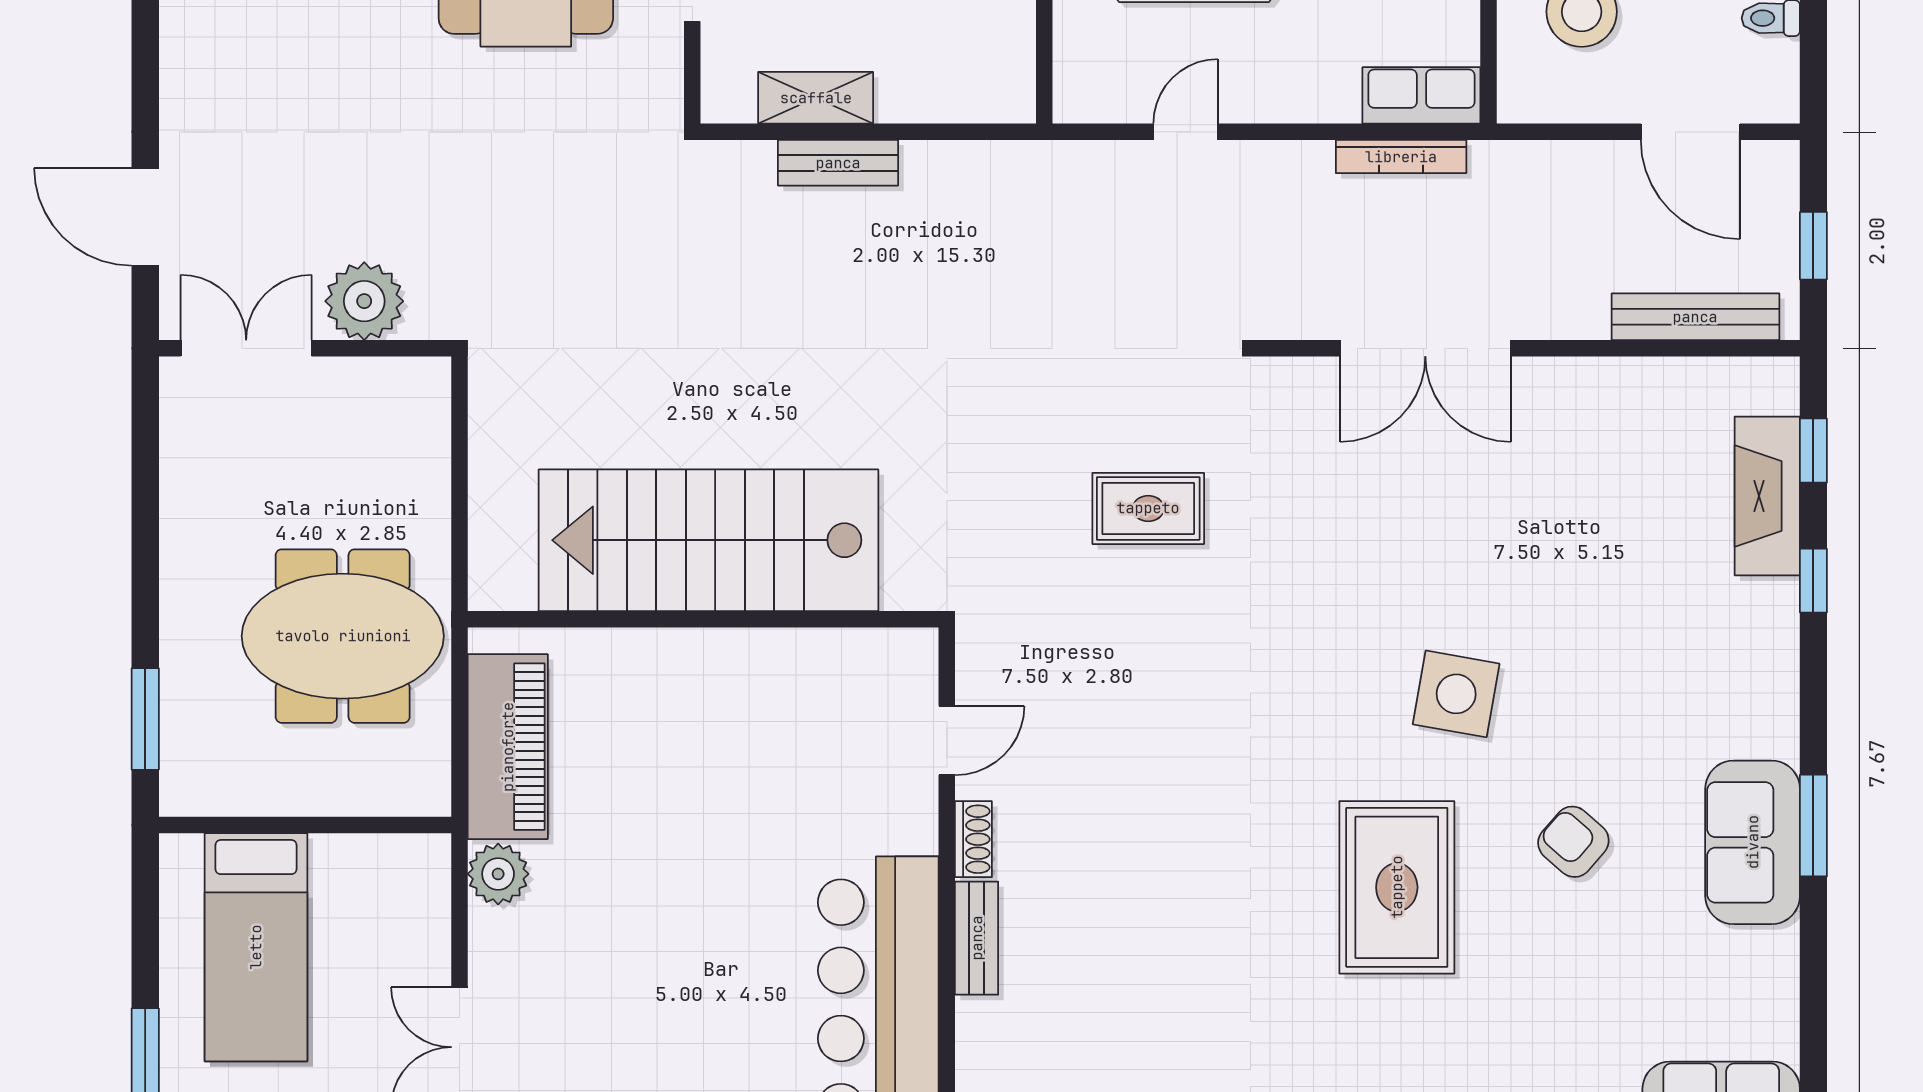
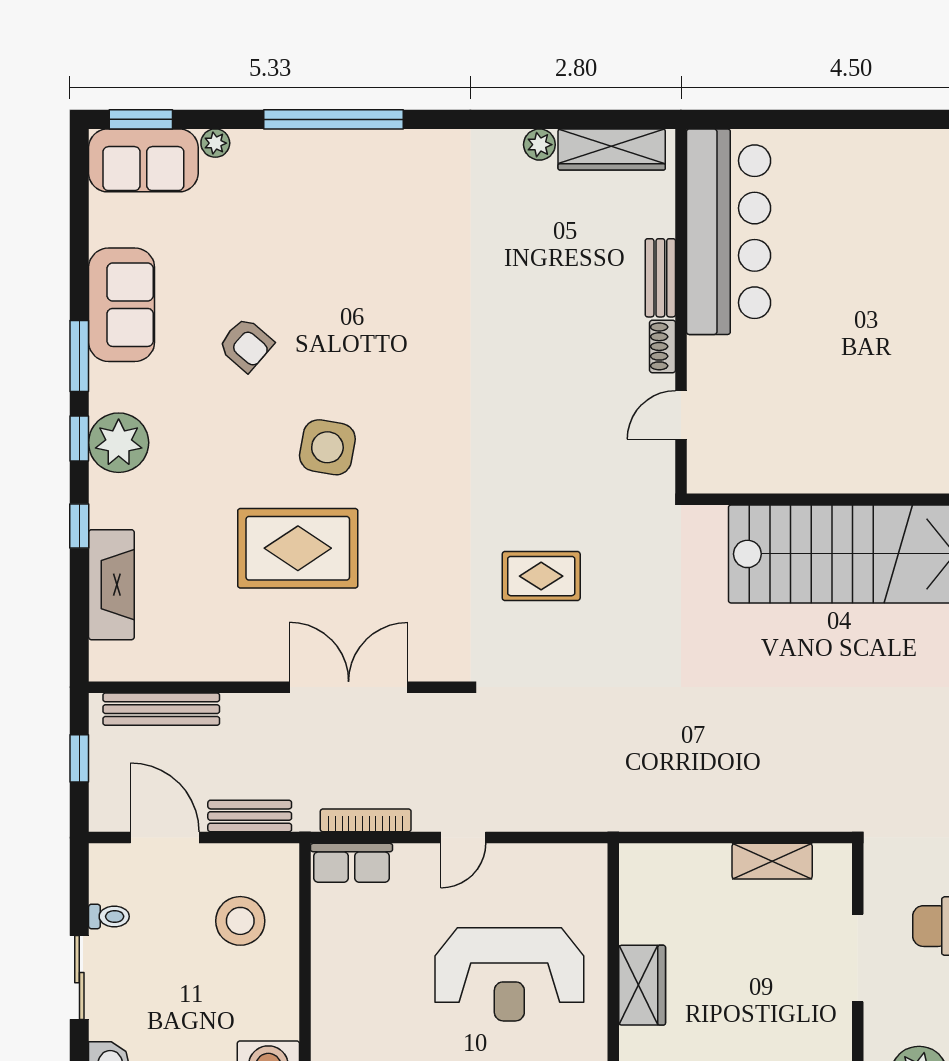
door: (1186, 132) -> (463, 838), moved
bench: (838, 163) -> (250, 816), moved
window: (1813, 451) -> (79, 439), moved
plant: (1757, 701) -> (119, 443), added
sofa: (1753, 842) -> (122, 305), moved
rug: (1397, 887) -> (298, 548), moved, turned 90

